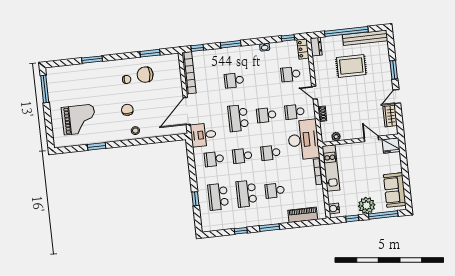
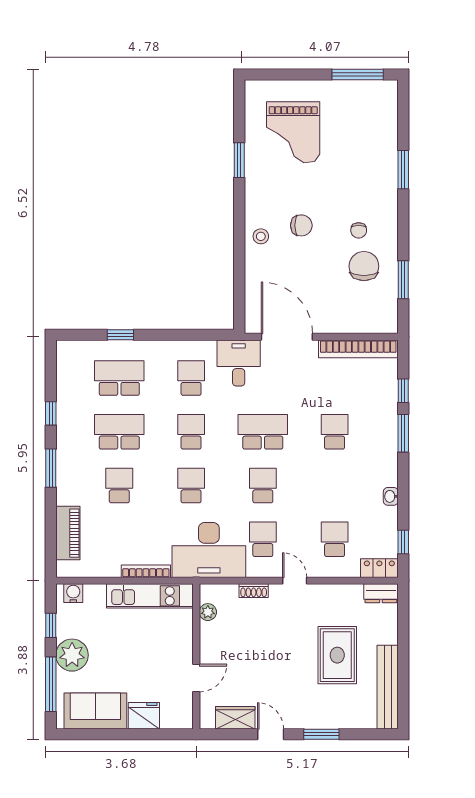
window: (346, 31) -> (403, 653), removed
window: (197, 48) -> (403, 391), moved
door: (315, 93) -> (295, 581), hinge flipped
fridge: (391, 145) -> (144, 716), moved, turned 90

